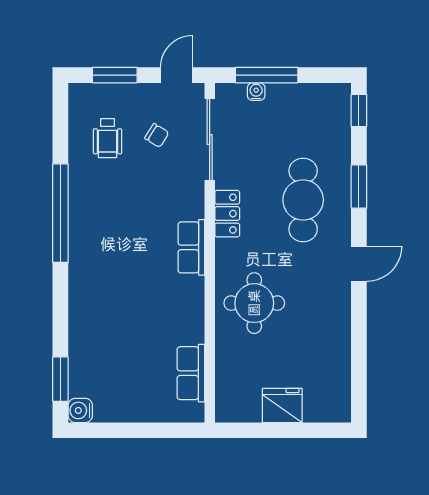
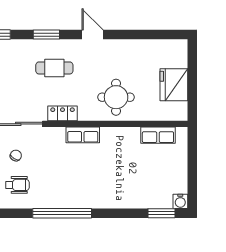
cafe table: (303, 200) -> (54, 68), width x0.73, depth x0.74
fridge: (282, 405) -> (174, 85), width x1.36, depth x1.34

